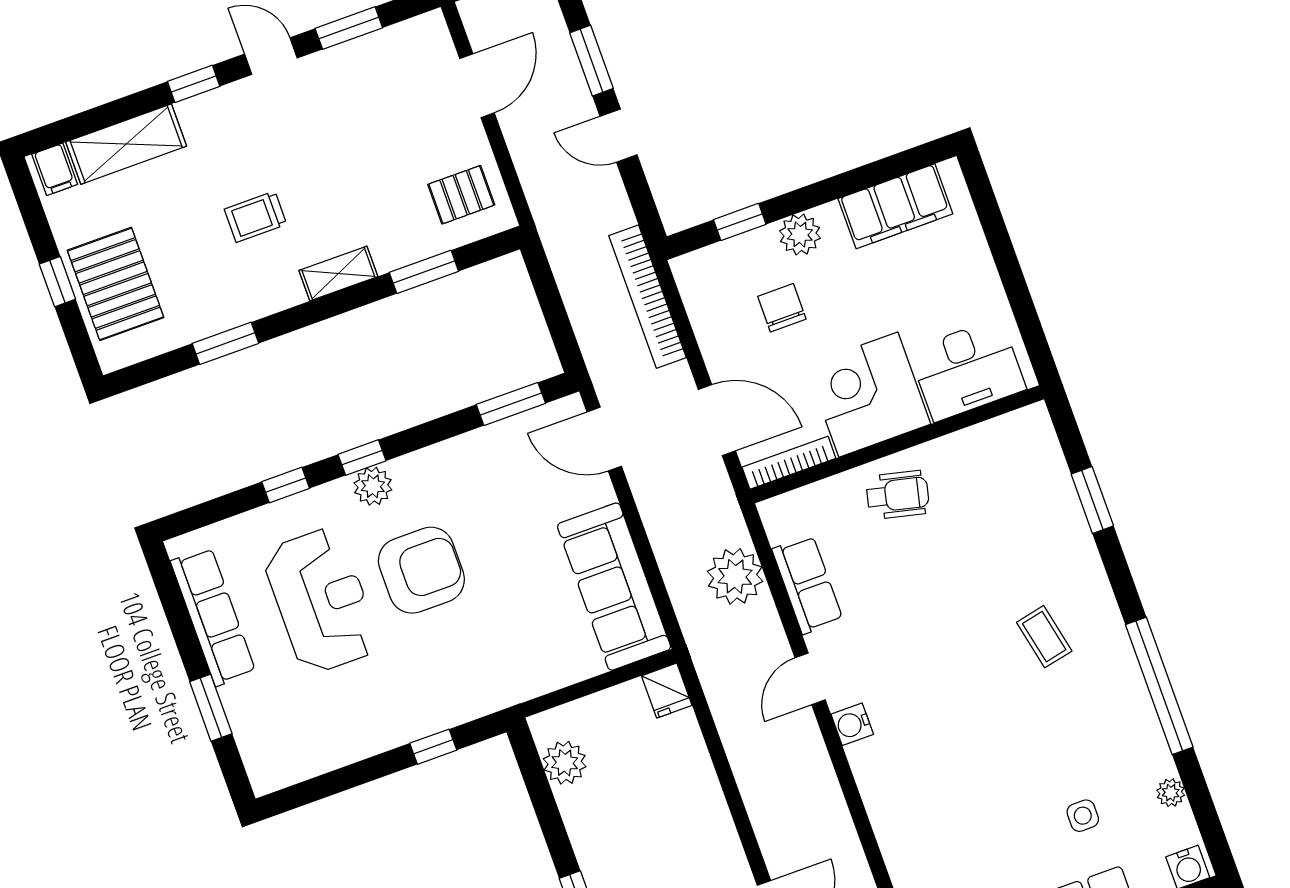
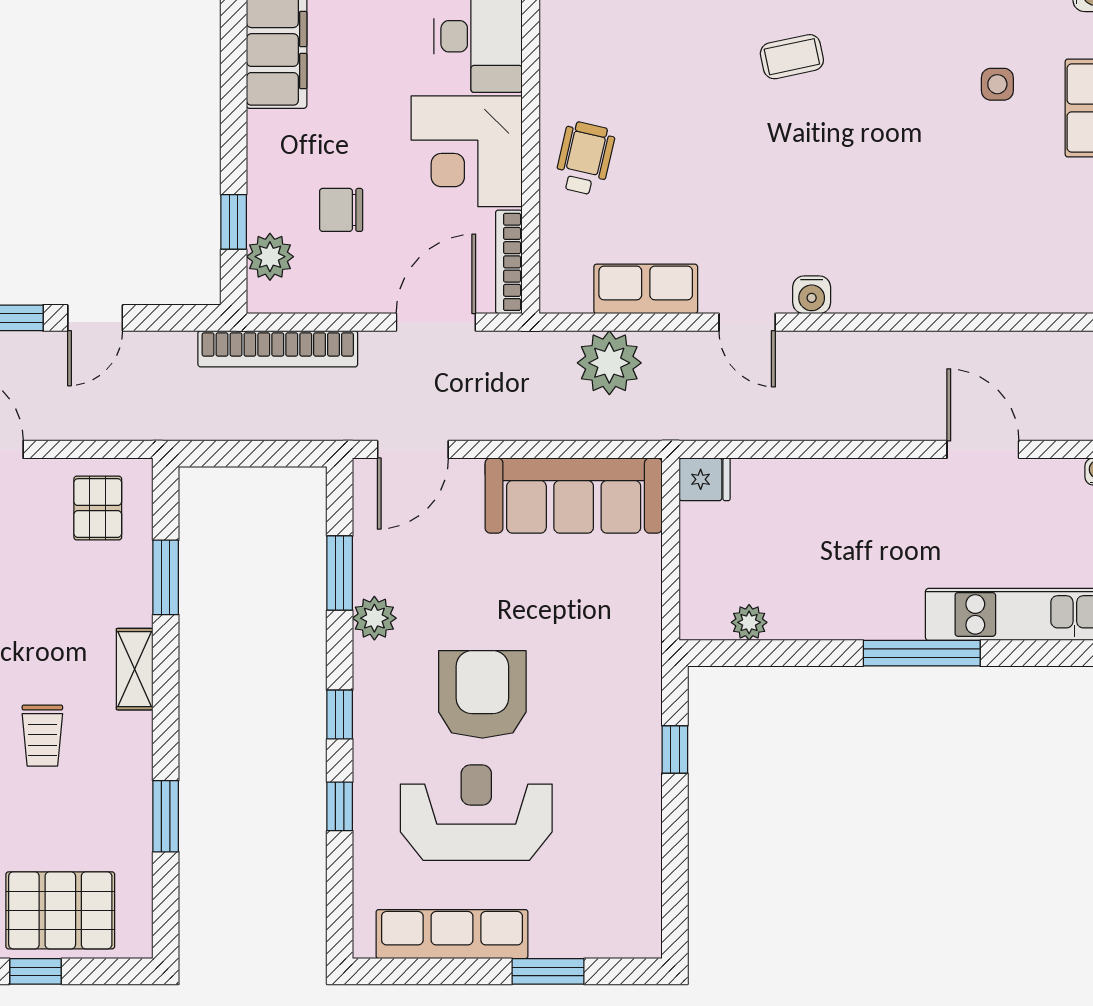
plant: (800, 234) -> (270, 257), moved
window: (511, 404) -> (340, 573), moved
plant: (373, 486) -> (374, 618), moved
plant: (565, 763) -> (749, 622), width x0.73, depth x0.73

